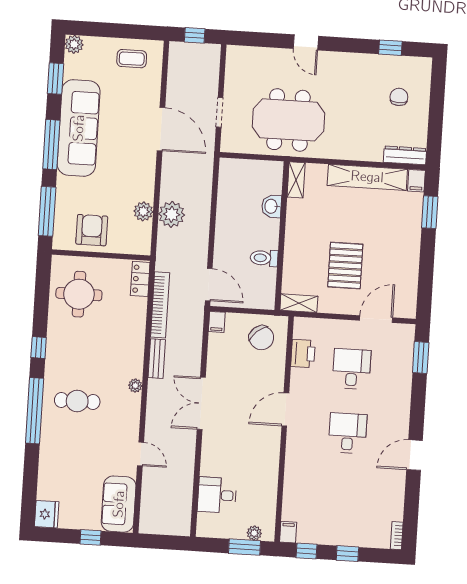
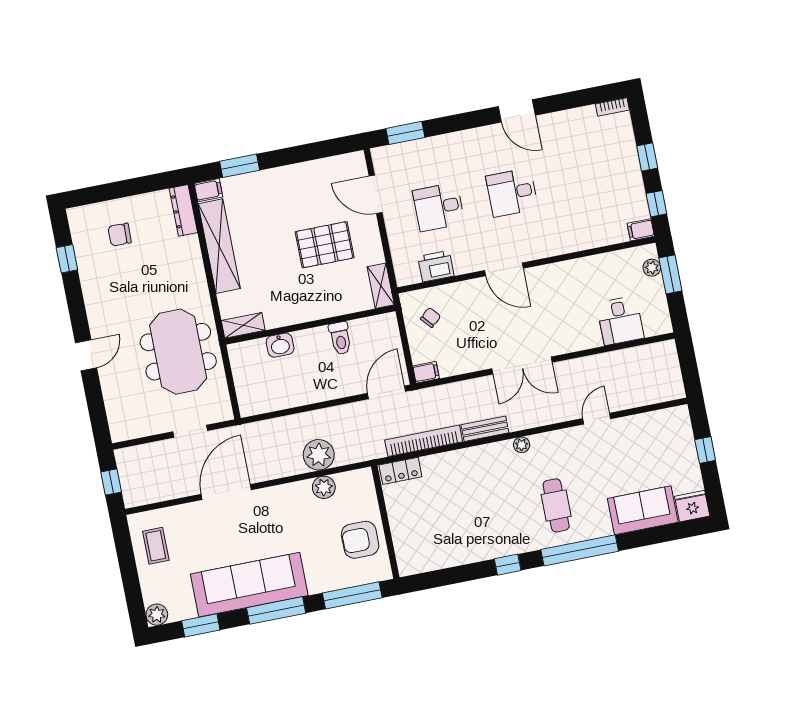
round table: (79, 294) -> (436, 535), removed
chair: (261, 338) -> (431, 317), width x0.54, depth x0.54
sofa: (119, 504) -> (643, 510), moved, turned 180

